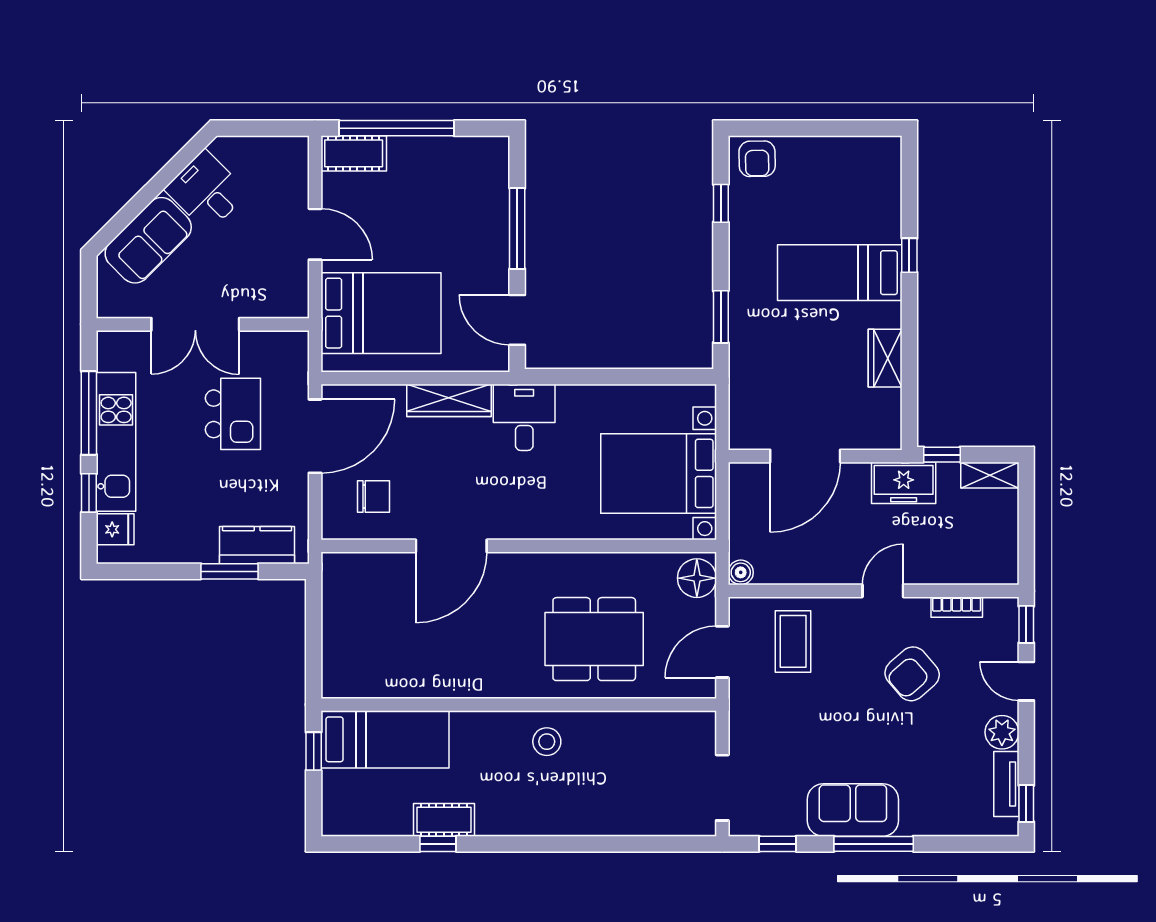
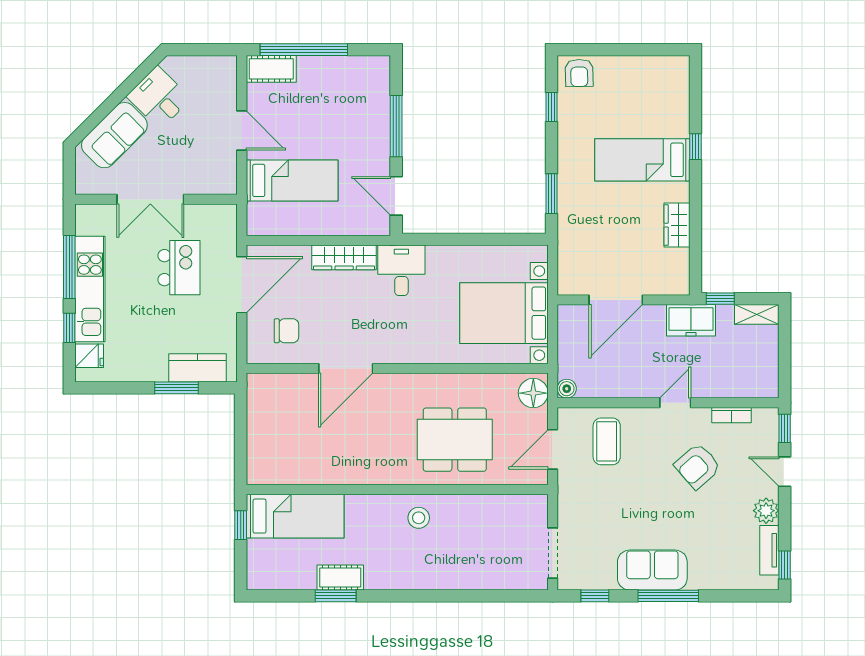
bed: (381, 313) -> (292, 180), width x0.67
window: (438, 844) -> (336, 596), width x1.50

